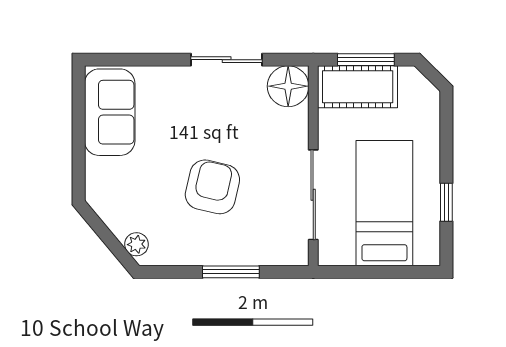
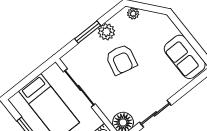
plant: (201, 249) -> (106, 32), added

